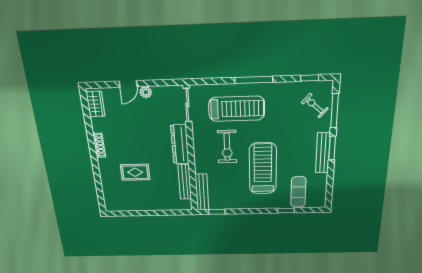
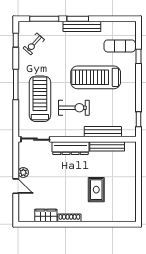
wardrobe: (96, 104) -> (46, 215), moved
exercise bike: (315, 106) -> (34, 44), moved
bench: (202, 192) -> (103, 132), moved

